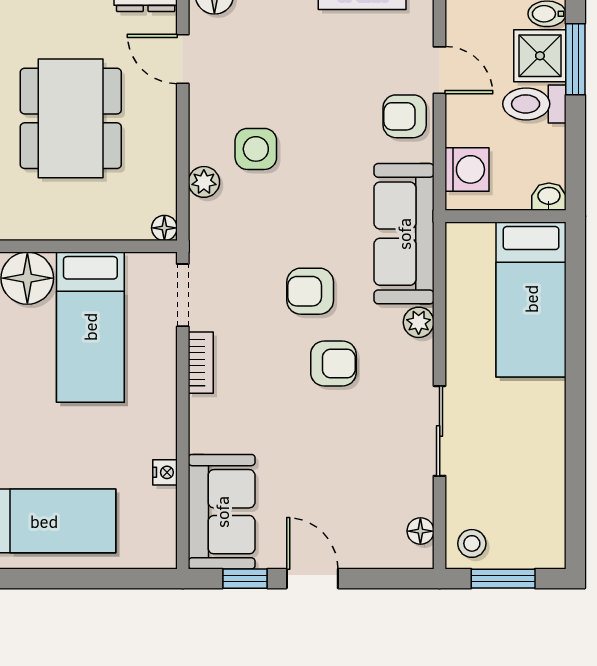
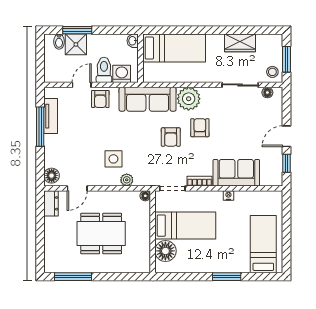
toilet: (534, 104) -> (104, 70), moved, turned 180
plant: (419, 322) -> (189, 99), width x1.87, depth x1.87
sliding door: (440, 431) -> (240, 85), moved
wardrobe: (544, 463) -> (240, 43), added
nightstand: (165, 472) -> (228, 196), moved
sofa: (222, 512) -> (236, 173), moved

